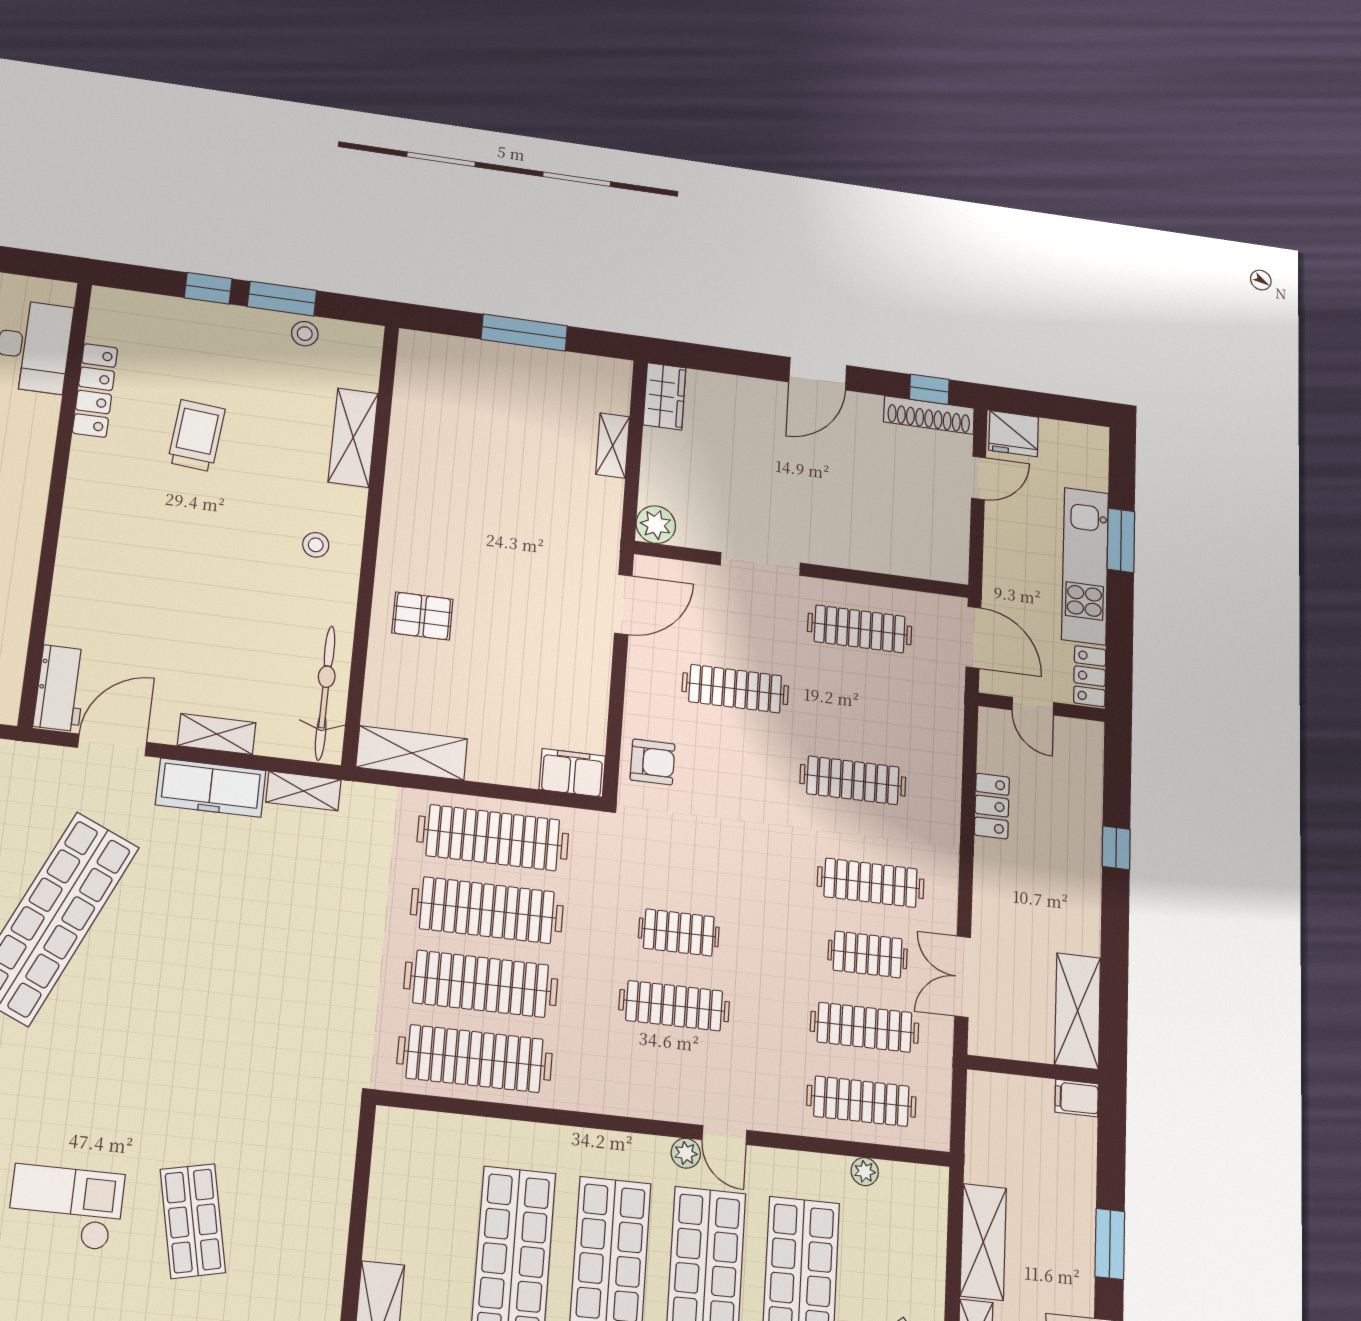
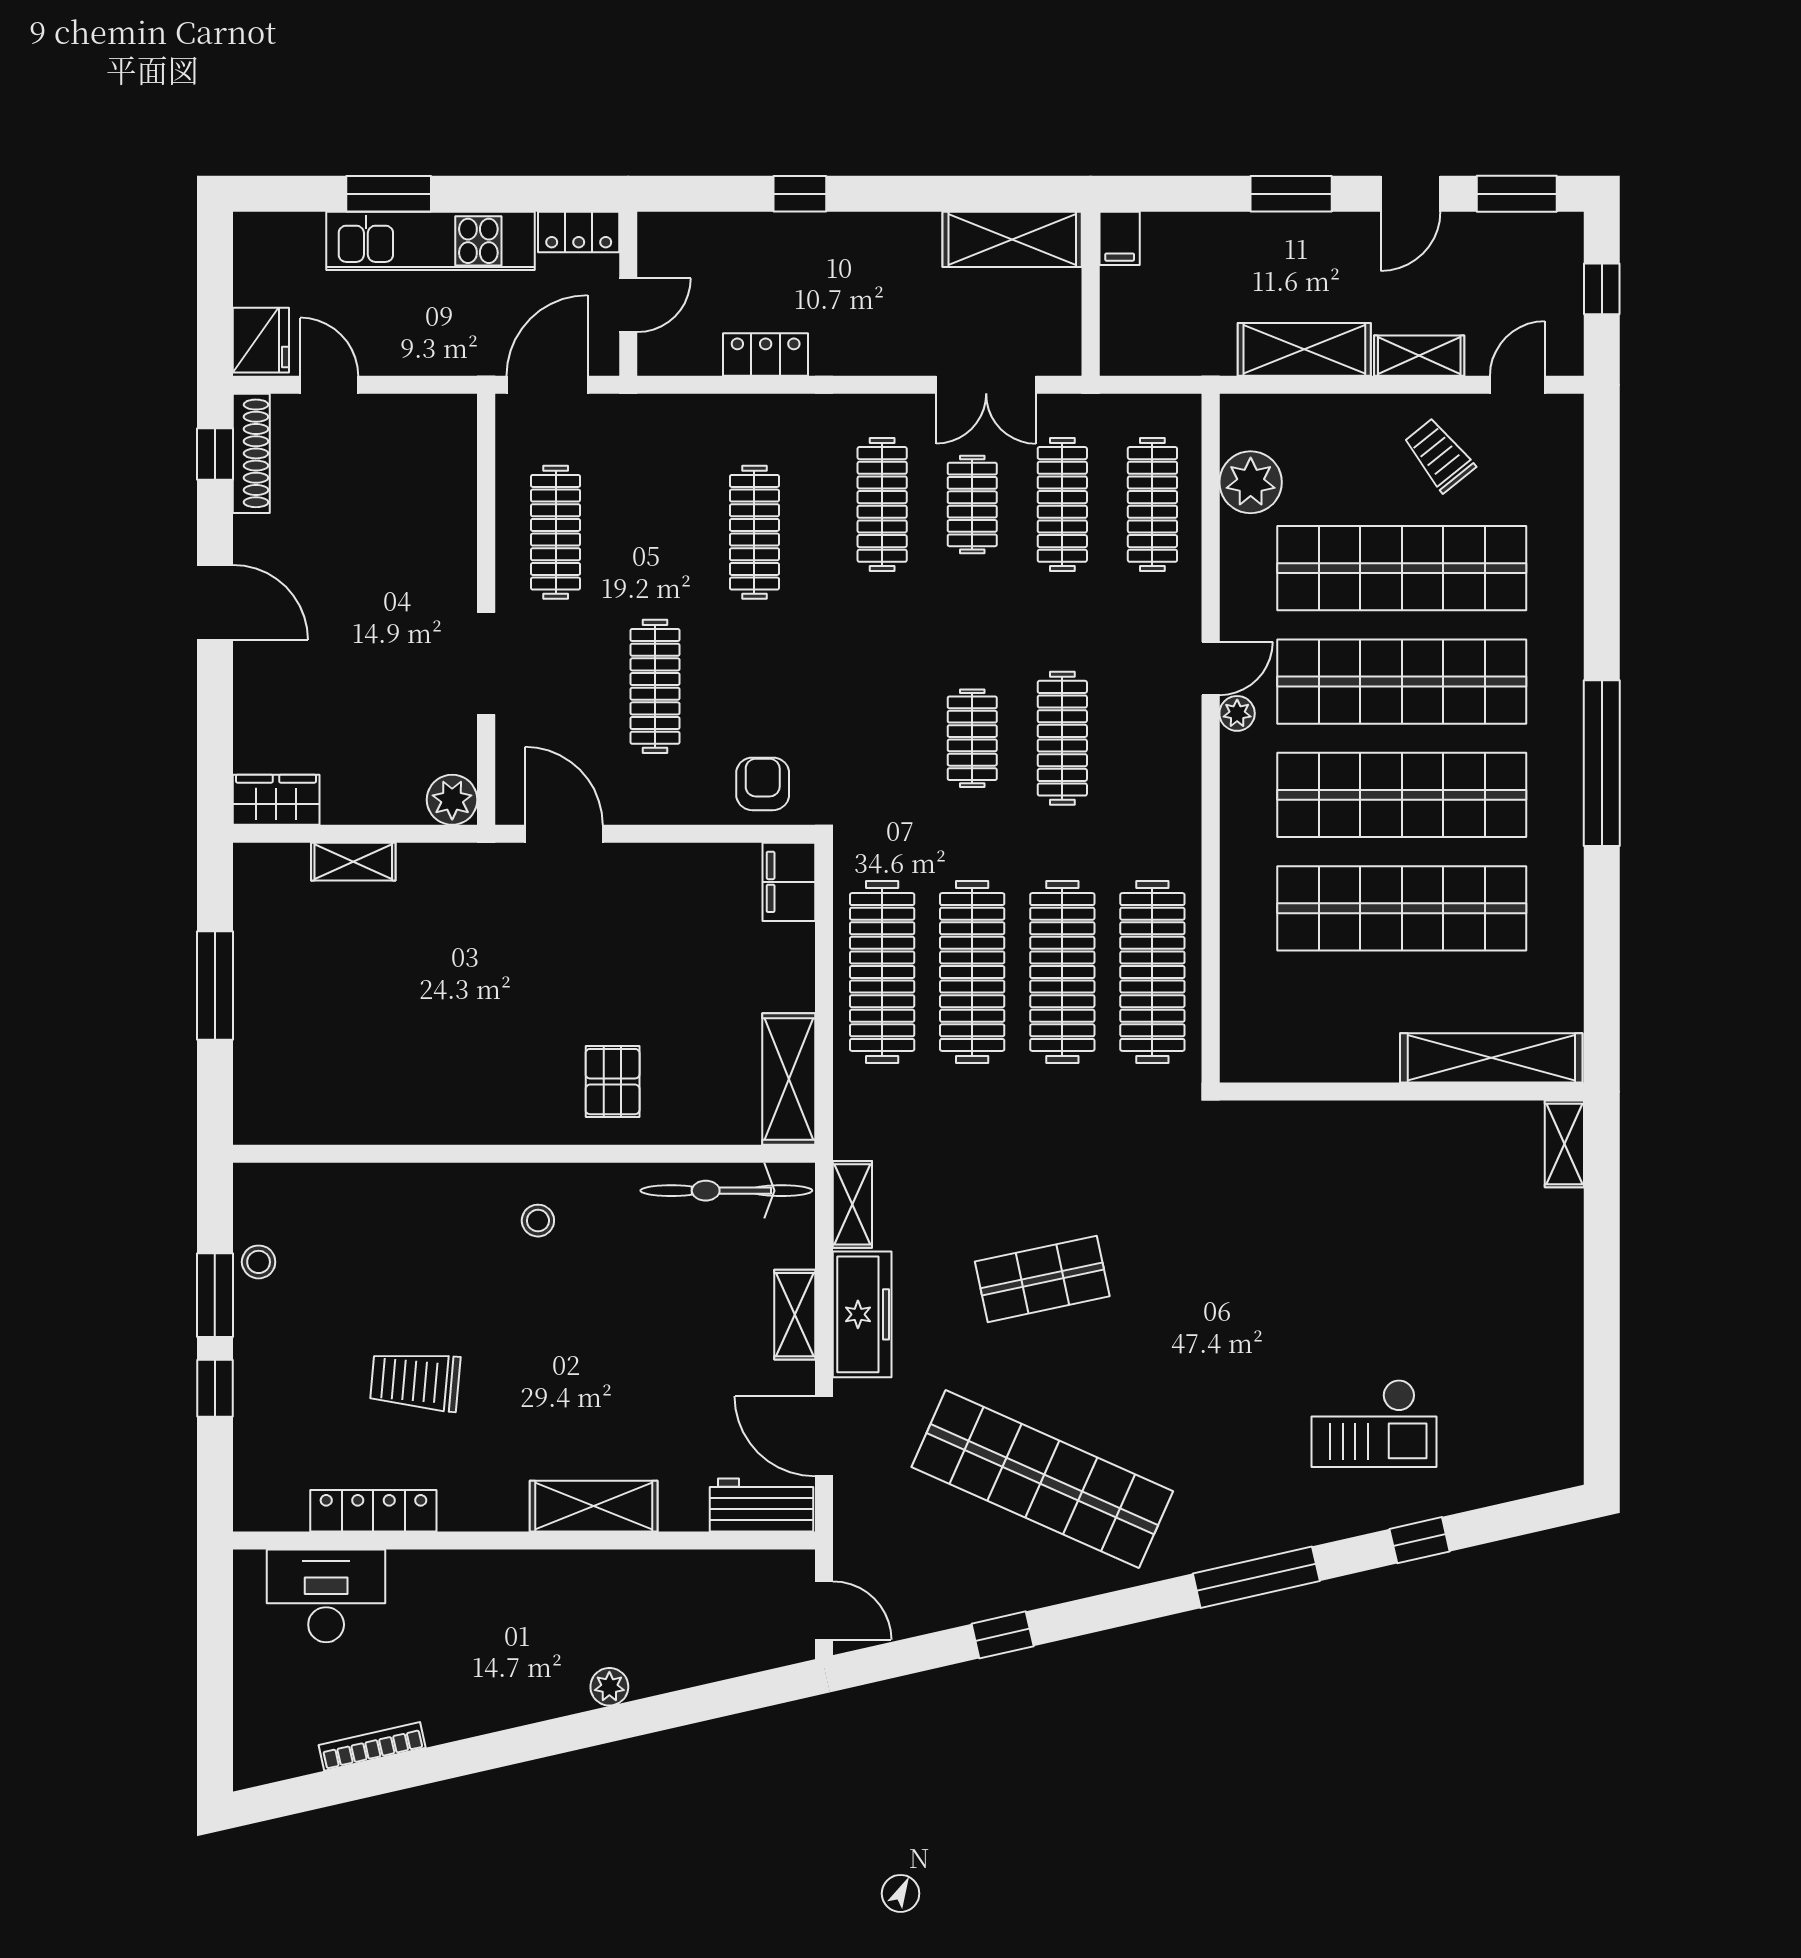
shelving: (353, 438) -> (594, 1506), moved
plant: (865, 1172) -> (1251, 482), width x1.87, depth x1.87
checkout: (66, 1207) -> (1374, 1423), turned -90
shop shelf: (193, 1221) -> (1042, 1279), moved

